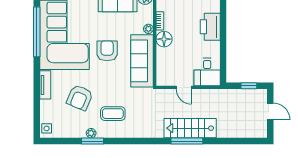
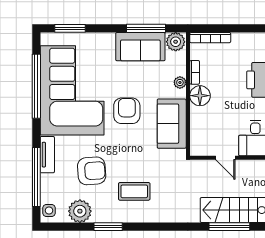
sofa: (142, 61) -> (172, 124), width x0.73
armchair: (80, 98) -> (92, 171), turned -117
window: (37, 102) -> (36, 177), added
plant: (91, 133) -> (80, 211), moved, width x1.88, depth x1.88

